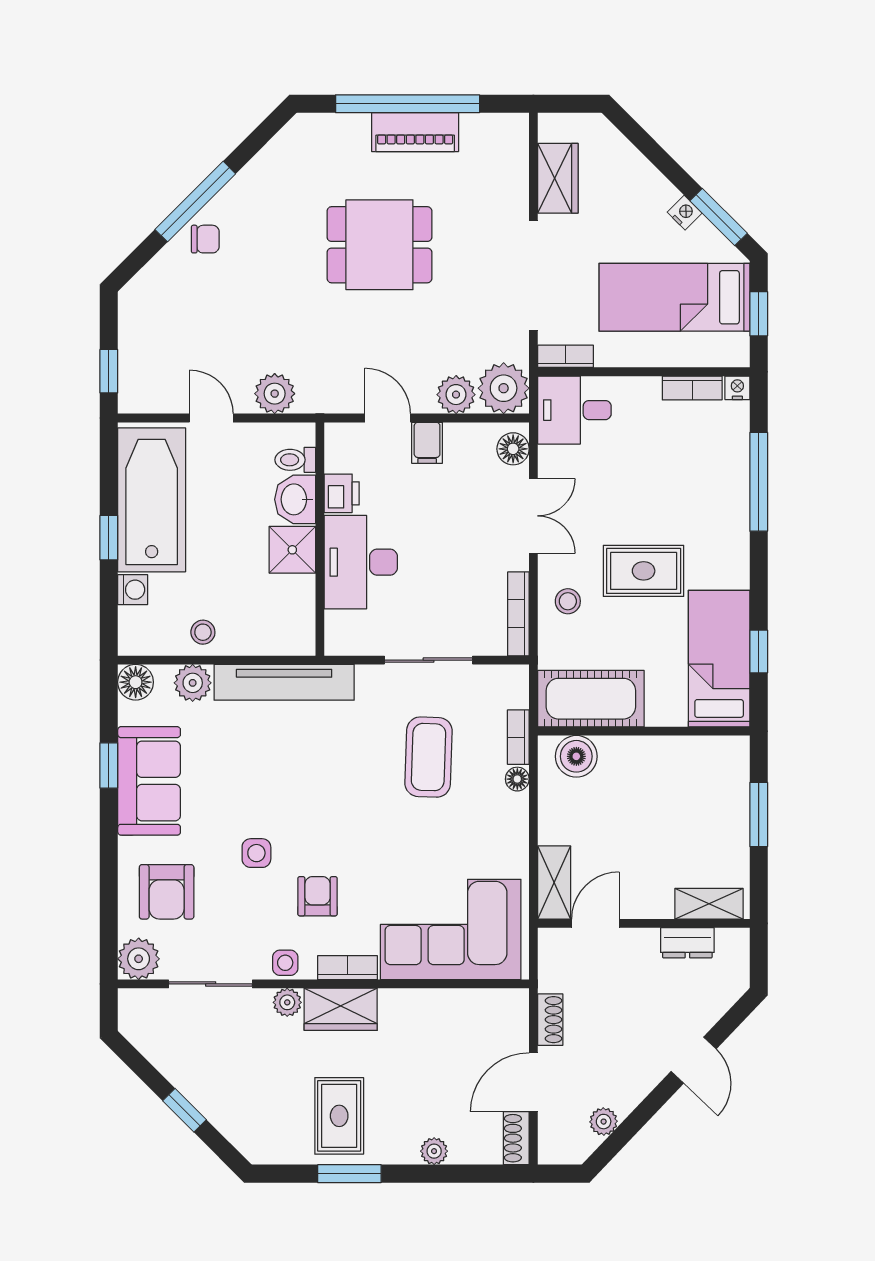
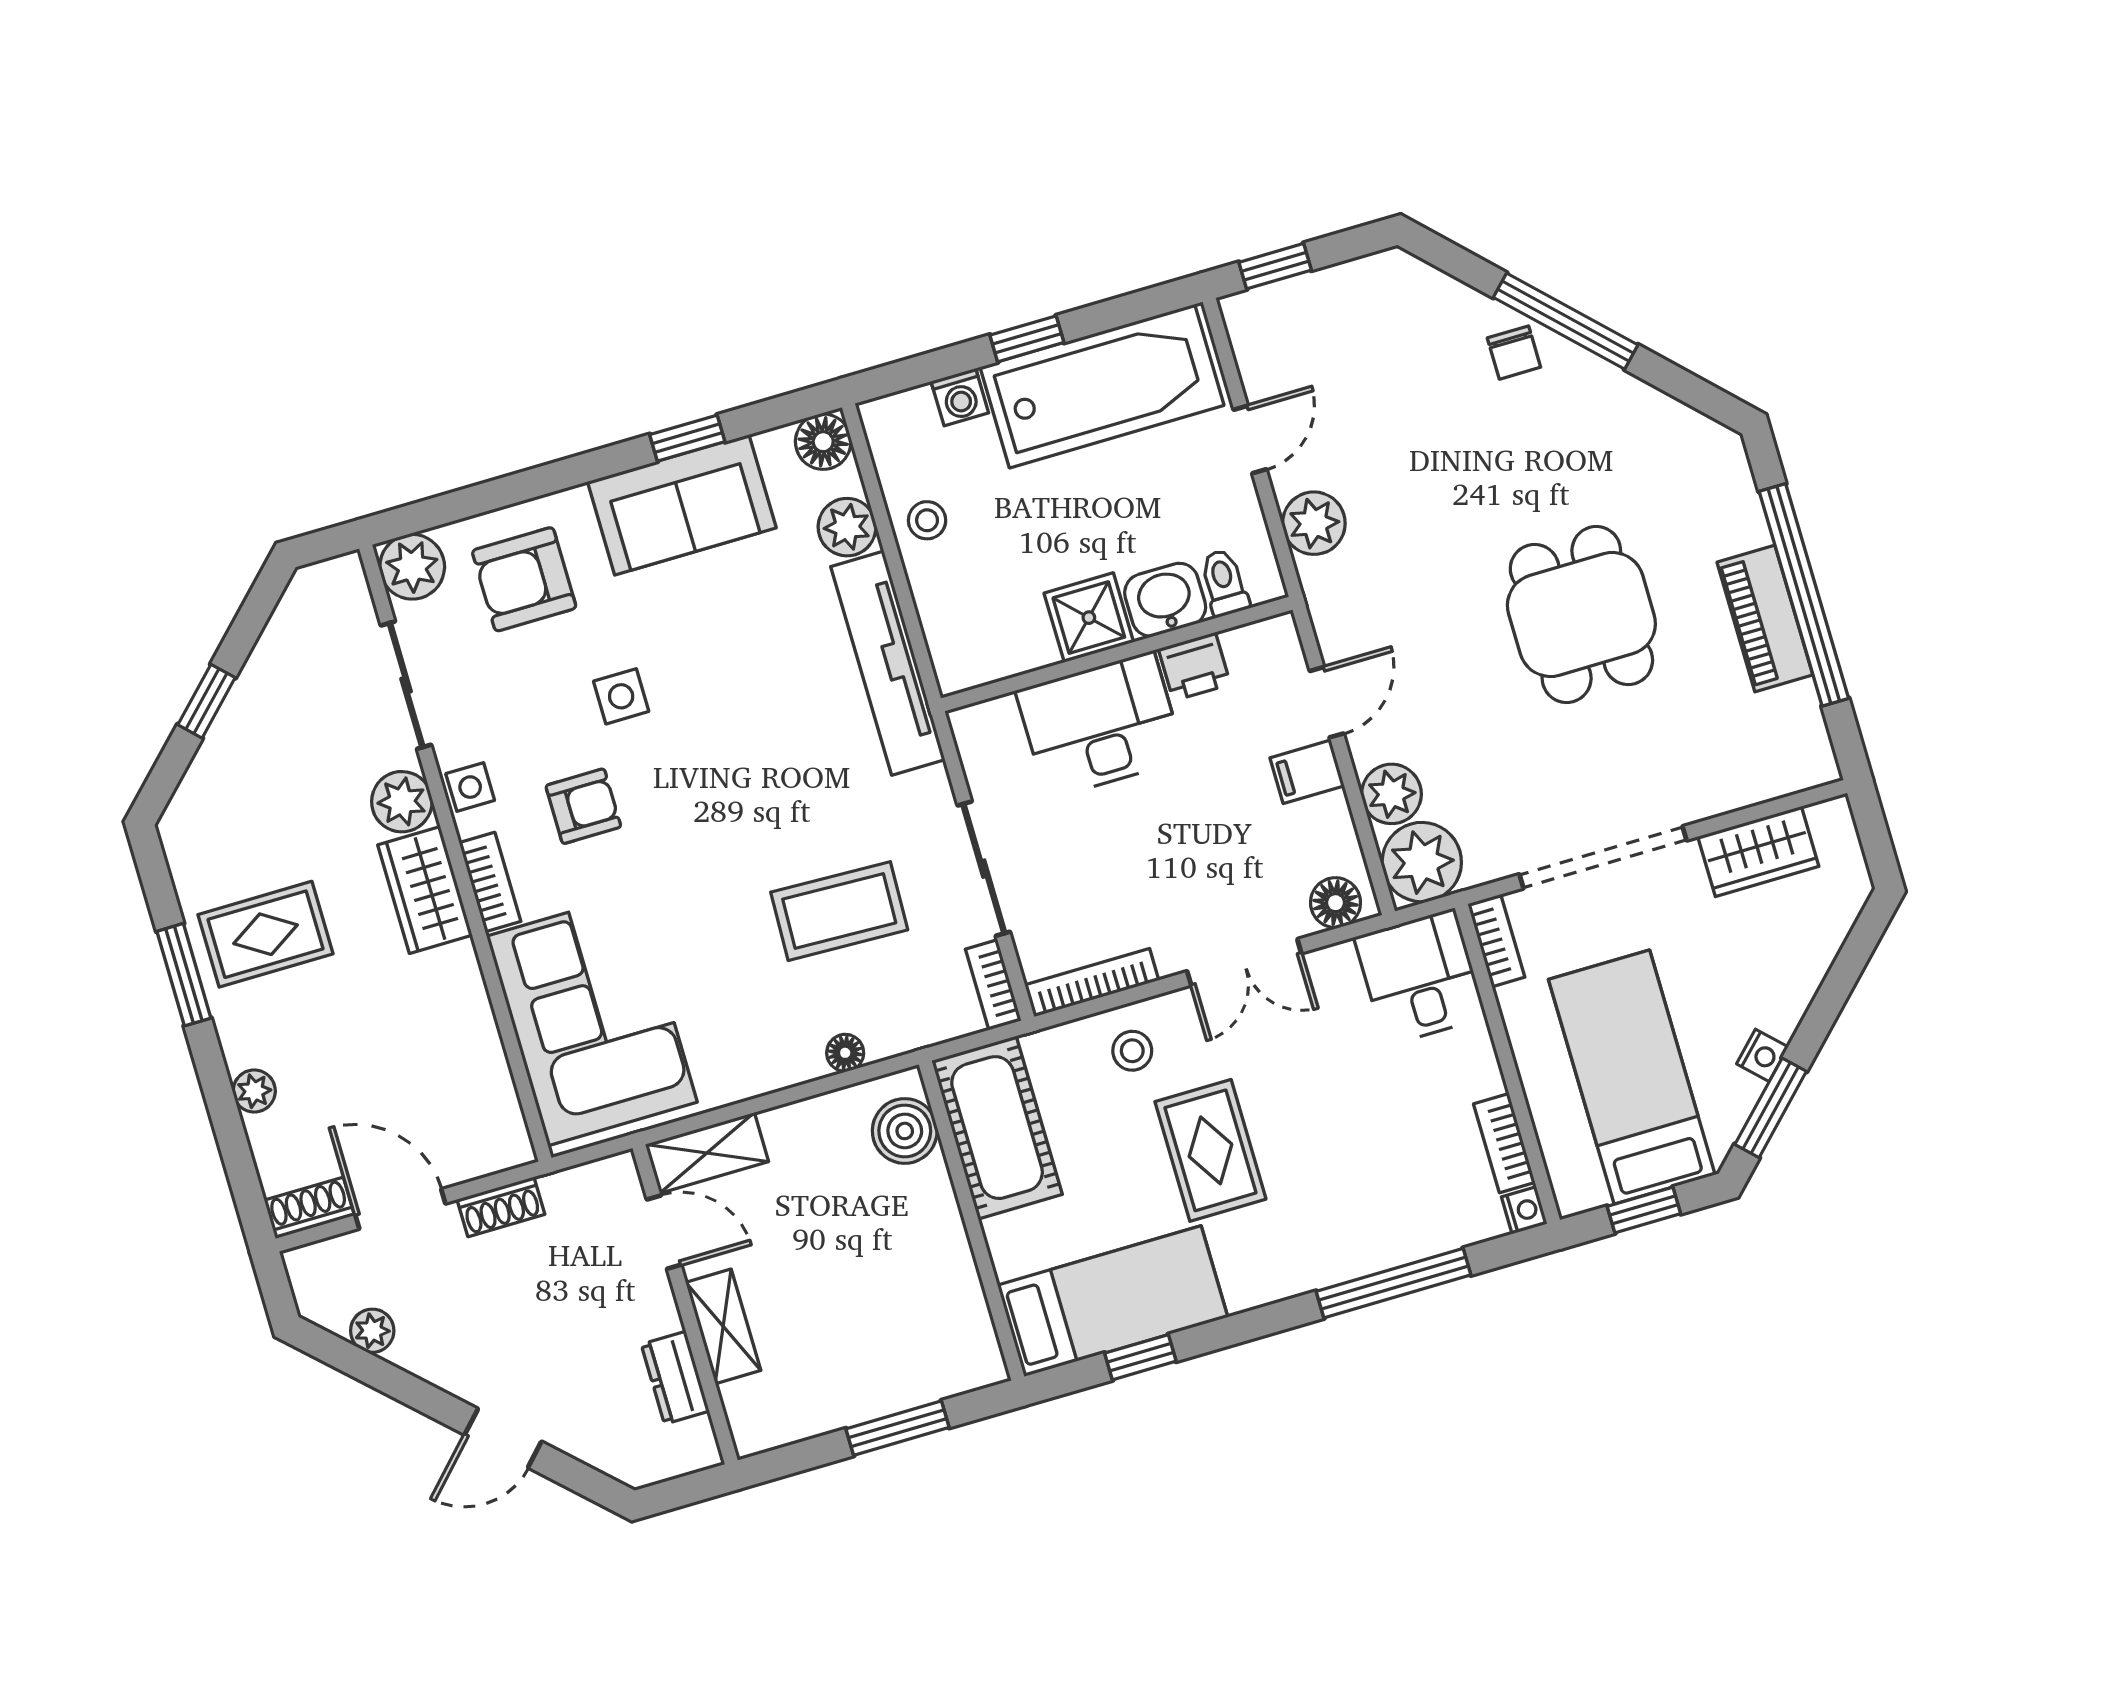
bookcase: (518, 737) -> (993, 985), moved, turned -90
shelving: (709, 904) -> (723, 1326), moved
plant: (287, 1002) -> (402, 802), width x1.38, depth x1.38

